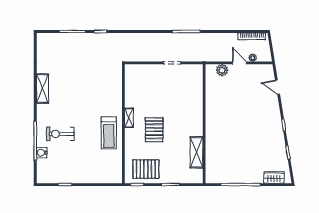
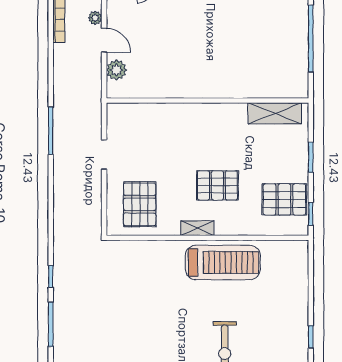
door: (239, 63) -> (104, 40), swing flipped
pallet: (143, 84) -> (140, 204), added
treadmill: (109, 133) -> (223, 262), width x1.37, depth x1.38
shelving: (196, 152) -> (275, 113), moved
pallet: (146, 169) -> (284, 199), turned 90

